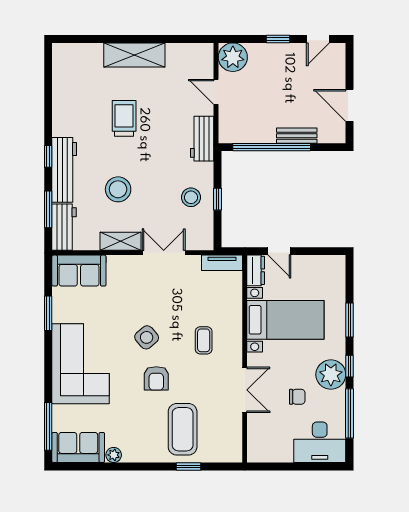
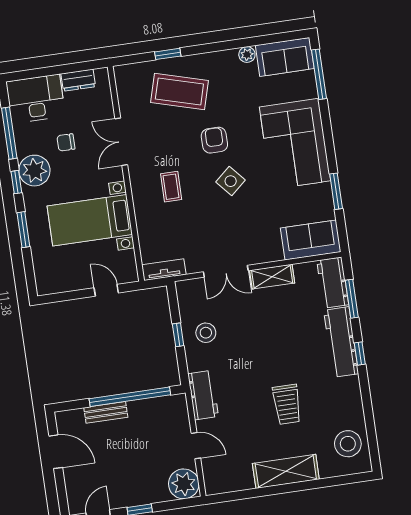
stool: (118, 189) -> (348, 444), moved
dresser: (256, 270) -> (78, 80), moved, turned -90
coffee table: (183, 429) -> (179, 92), turned -74

